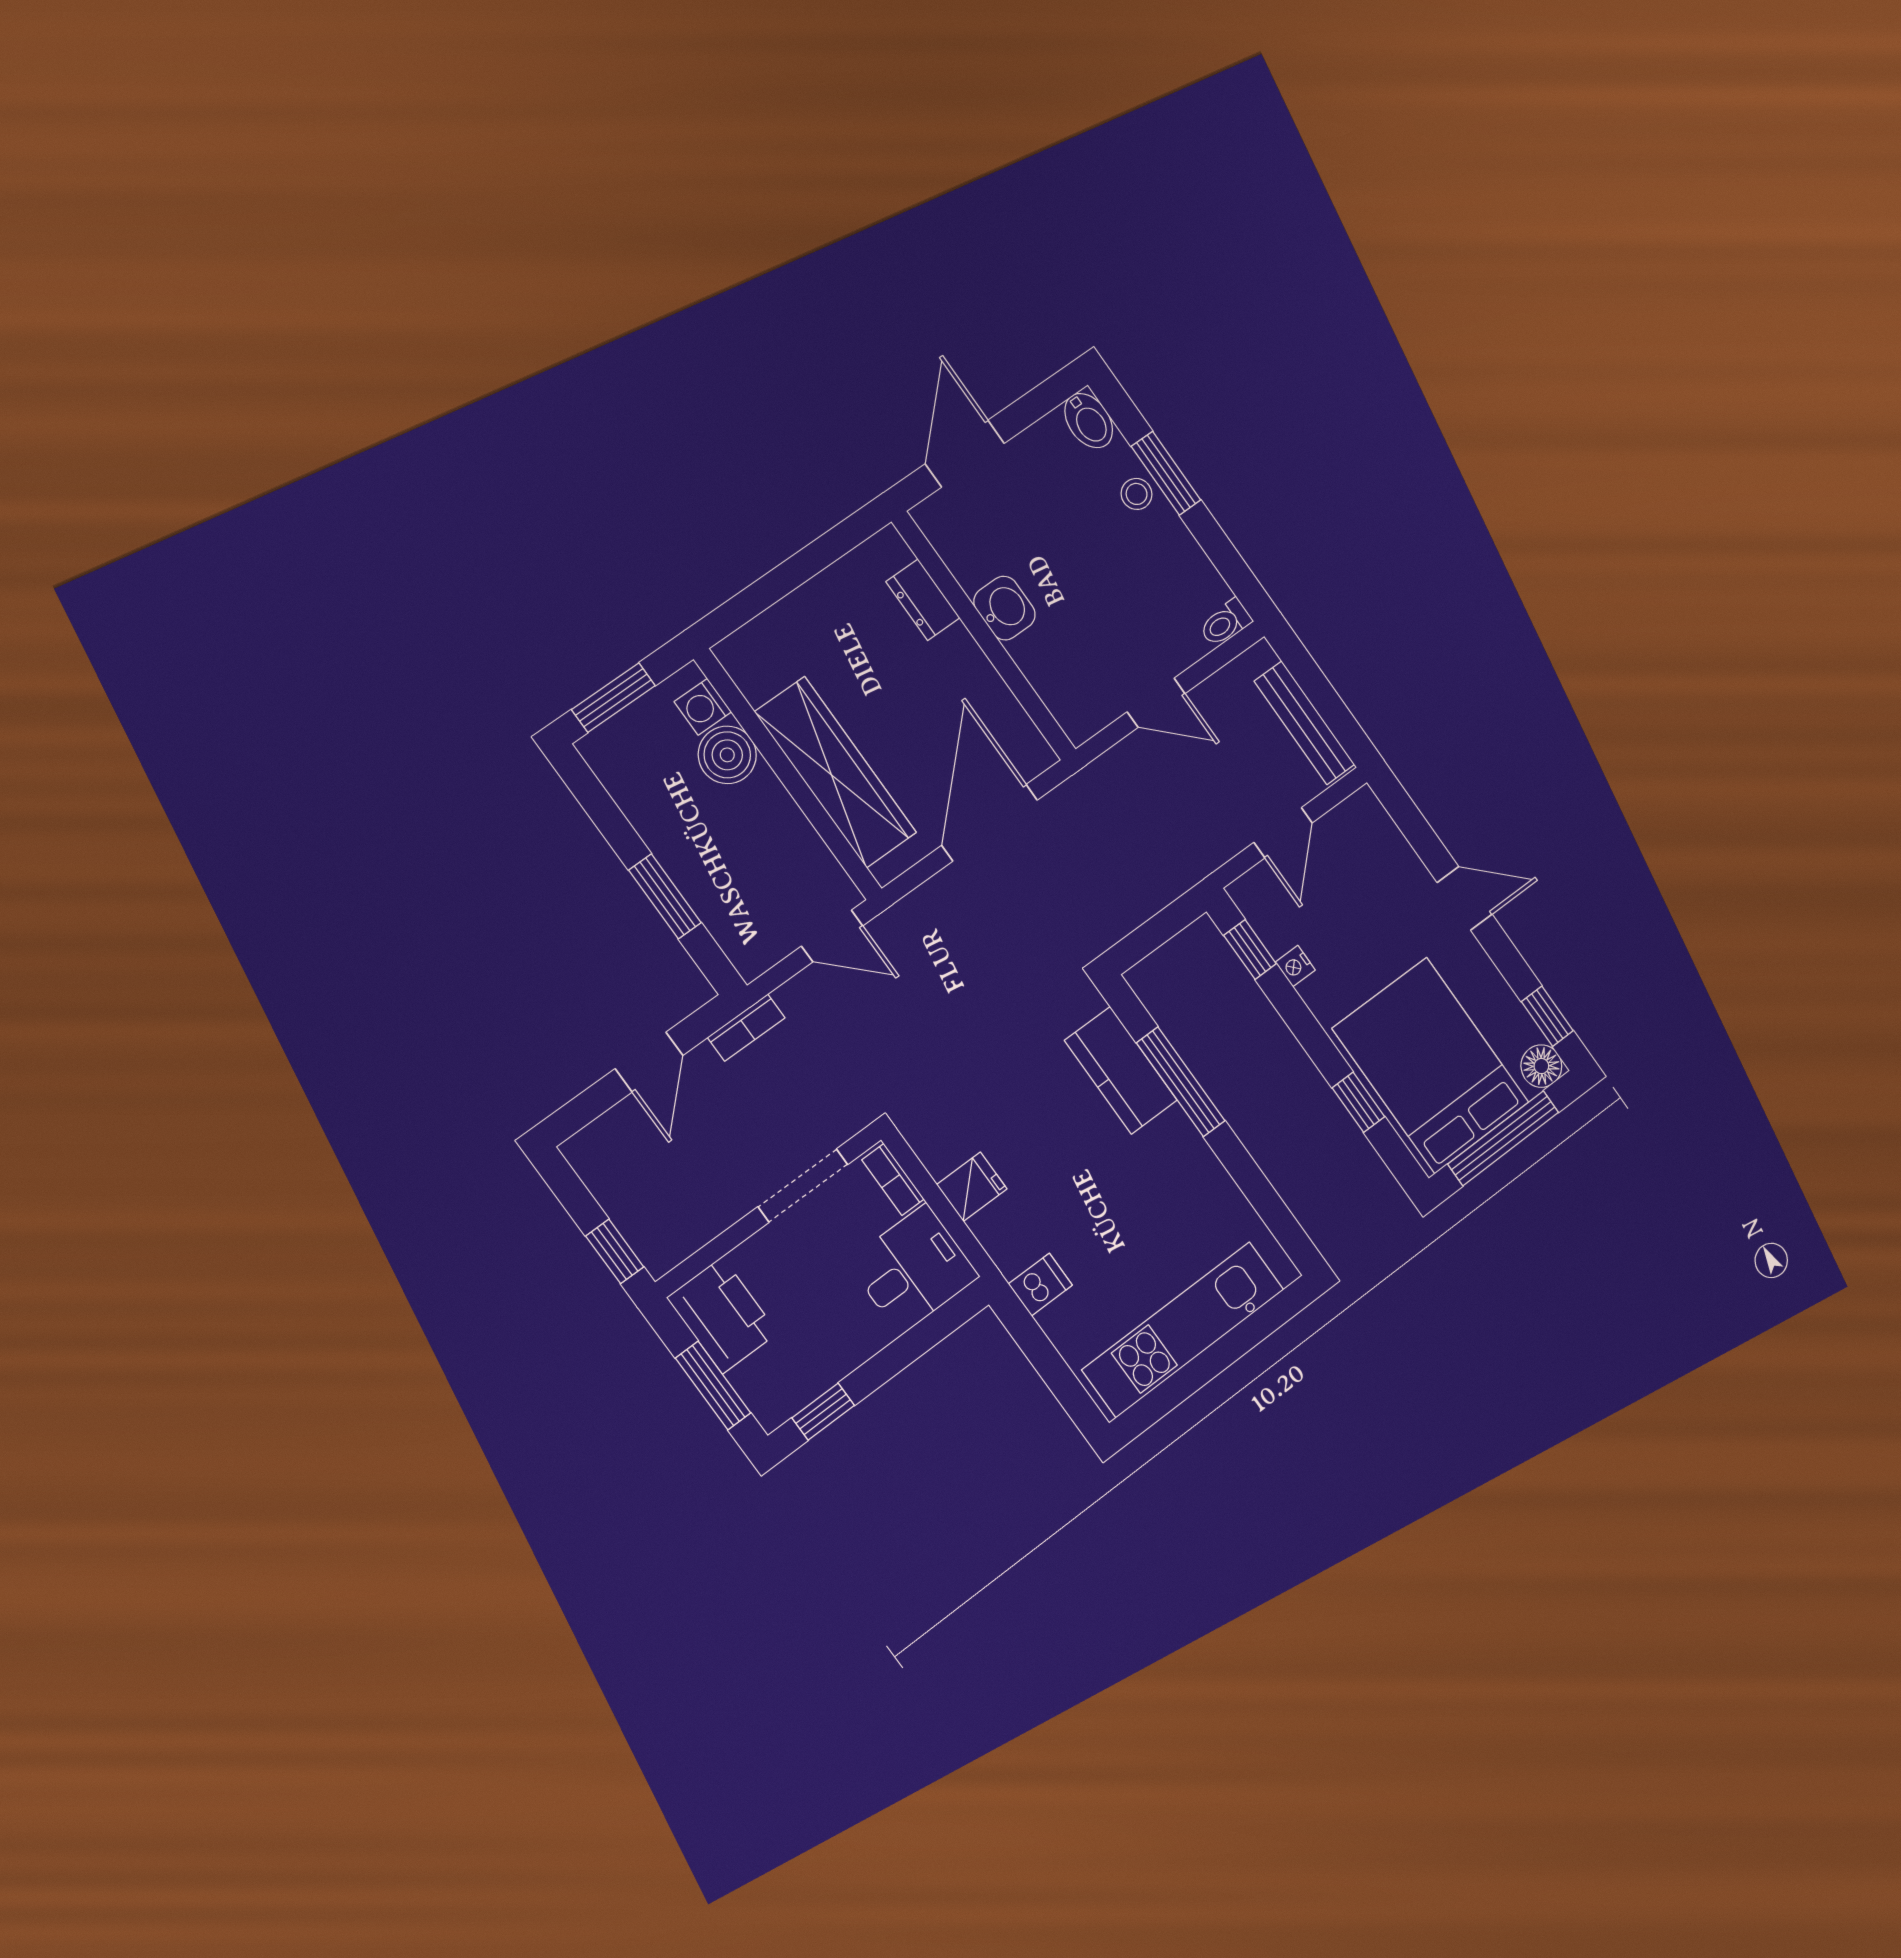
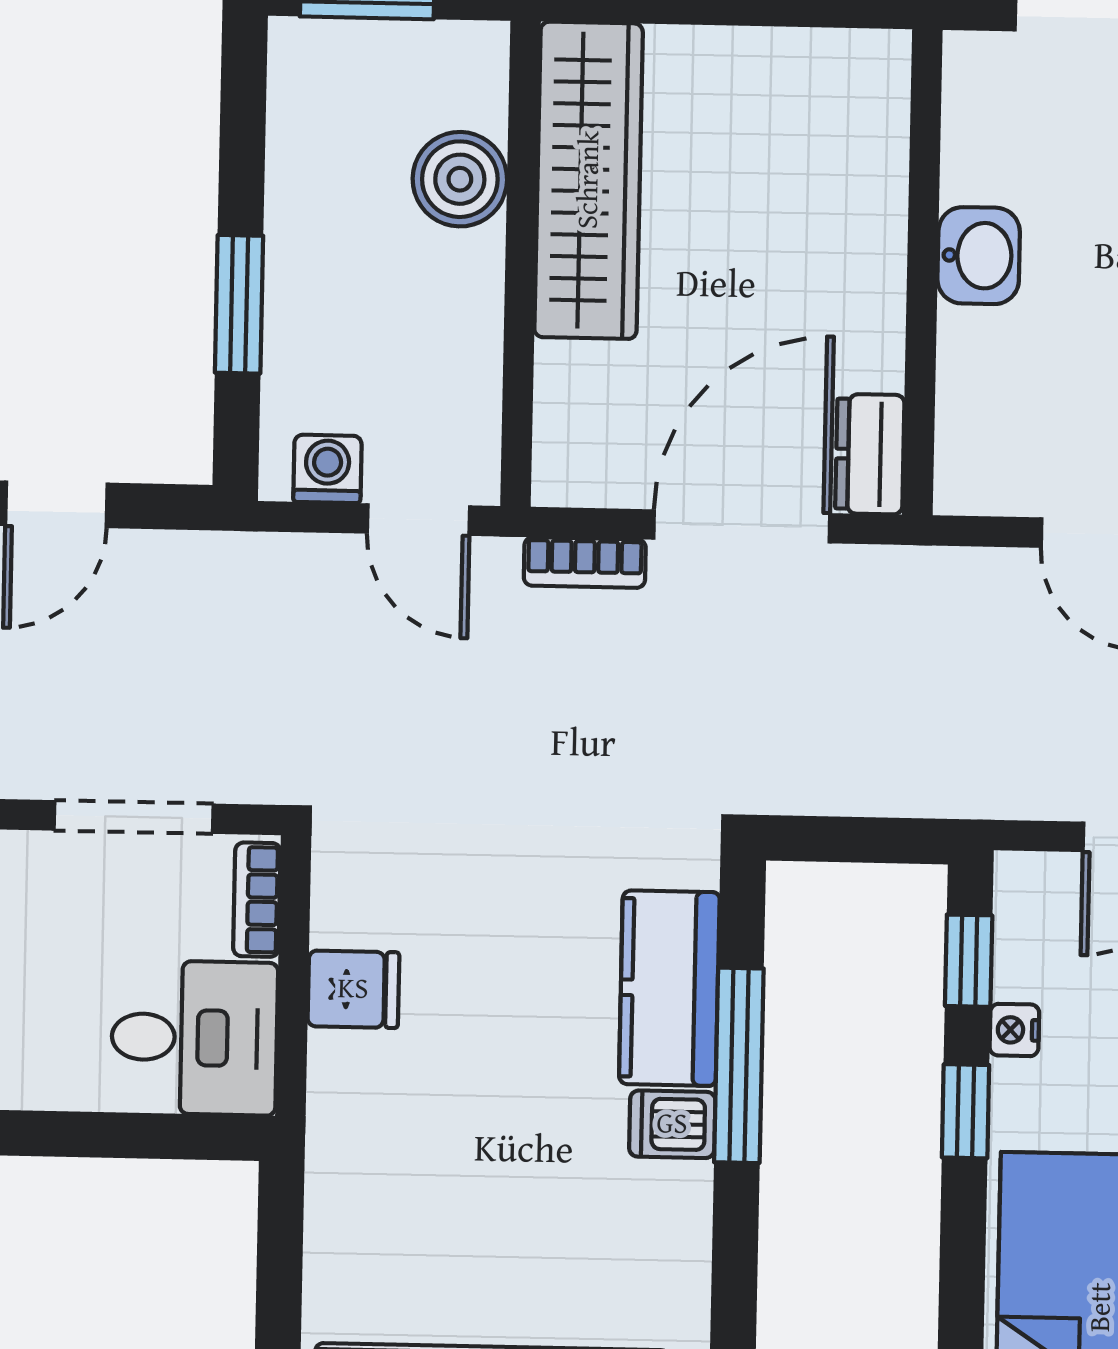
dresser: (923, 600) -> (870, 454), moved
washing machine: (703, 707) -> (327, 469), moved, turned 90
wardrobe: (836, 772) -> (589, 180), moved
bookcase: (746, 1028) -> (585, 562), moved
window: (1358, 1102) -> (965, 1111), moved
dishwasher: (1040, 1284) -> (672, 1124), moved, turned 180

